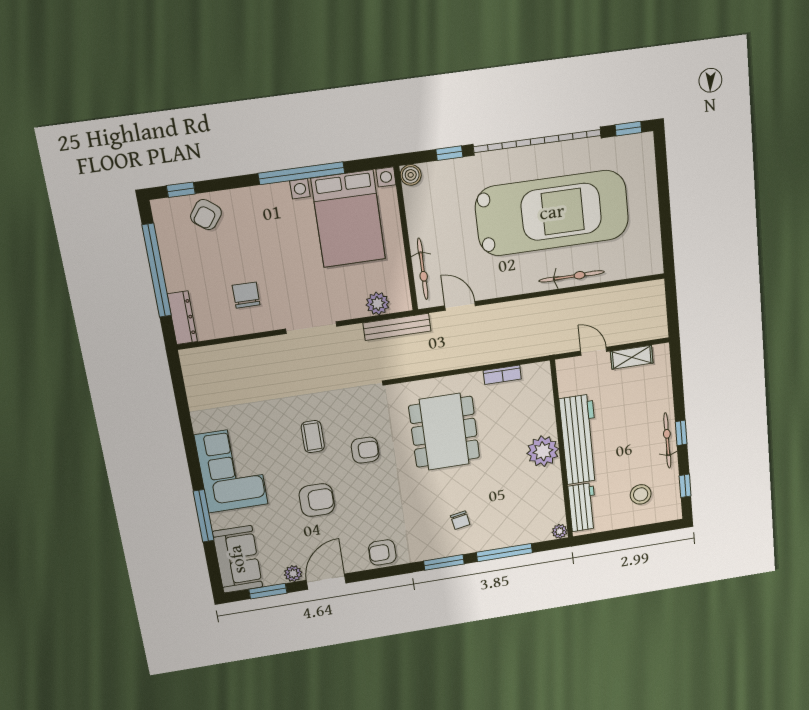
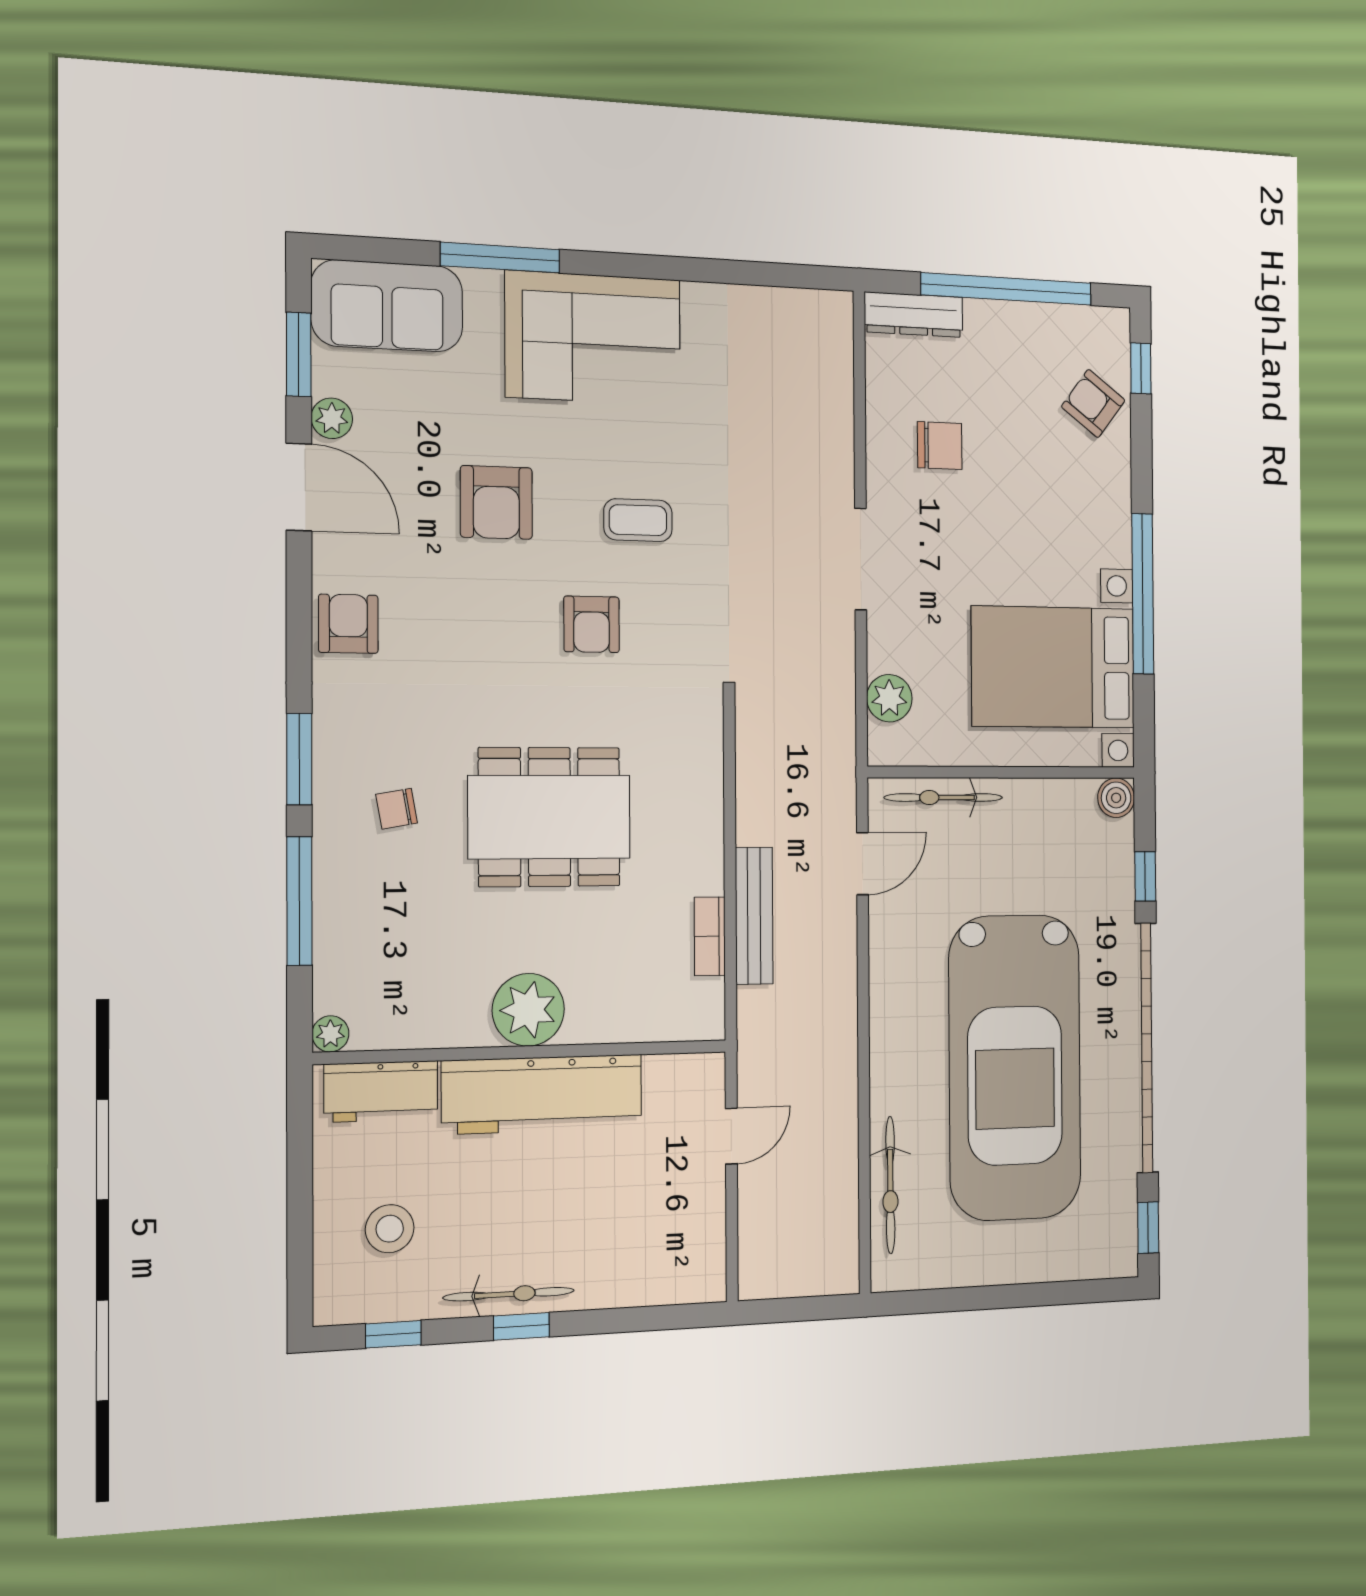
bicycle: (572, 276) -> (890, 1185), moved
bench: (397, 327) -> (754, 916), moved
shelving: (632, 357) -> (707, 1219), removed
dining table: (444, 432) -> (549, 817), moved

